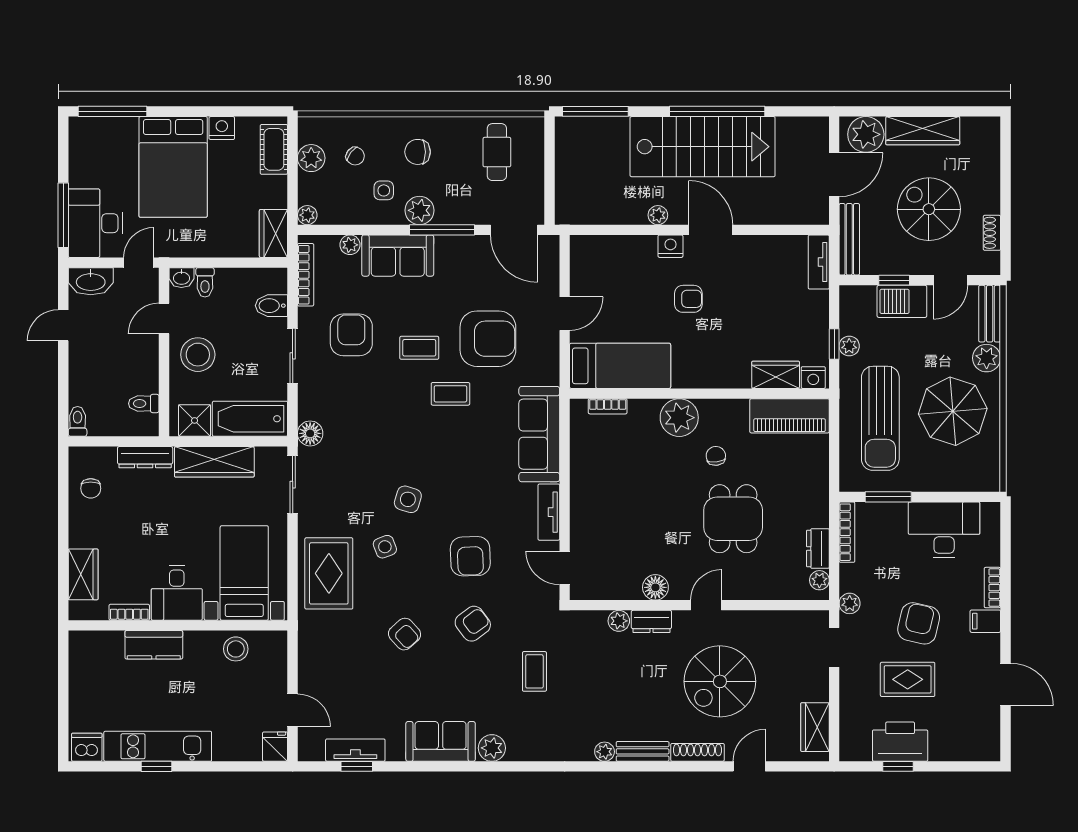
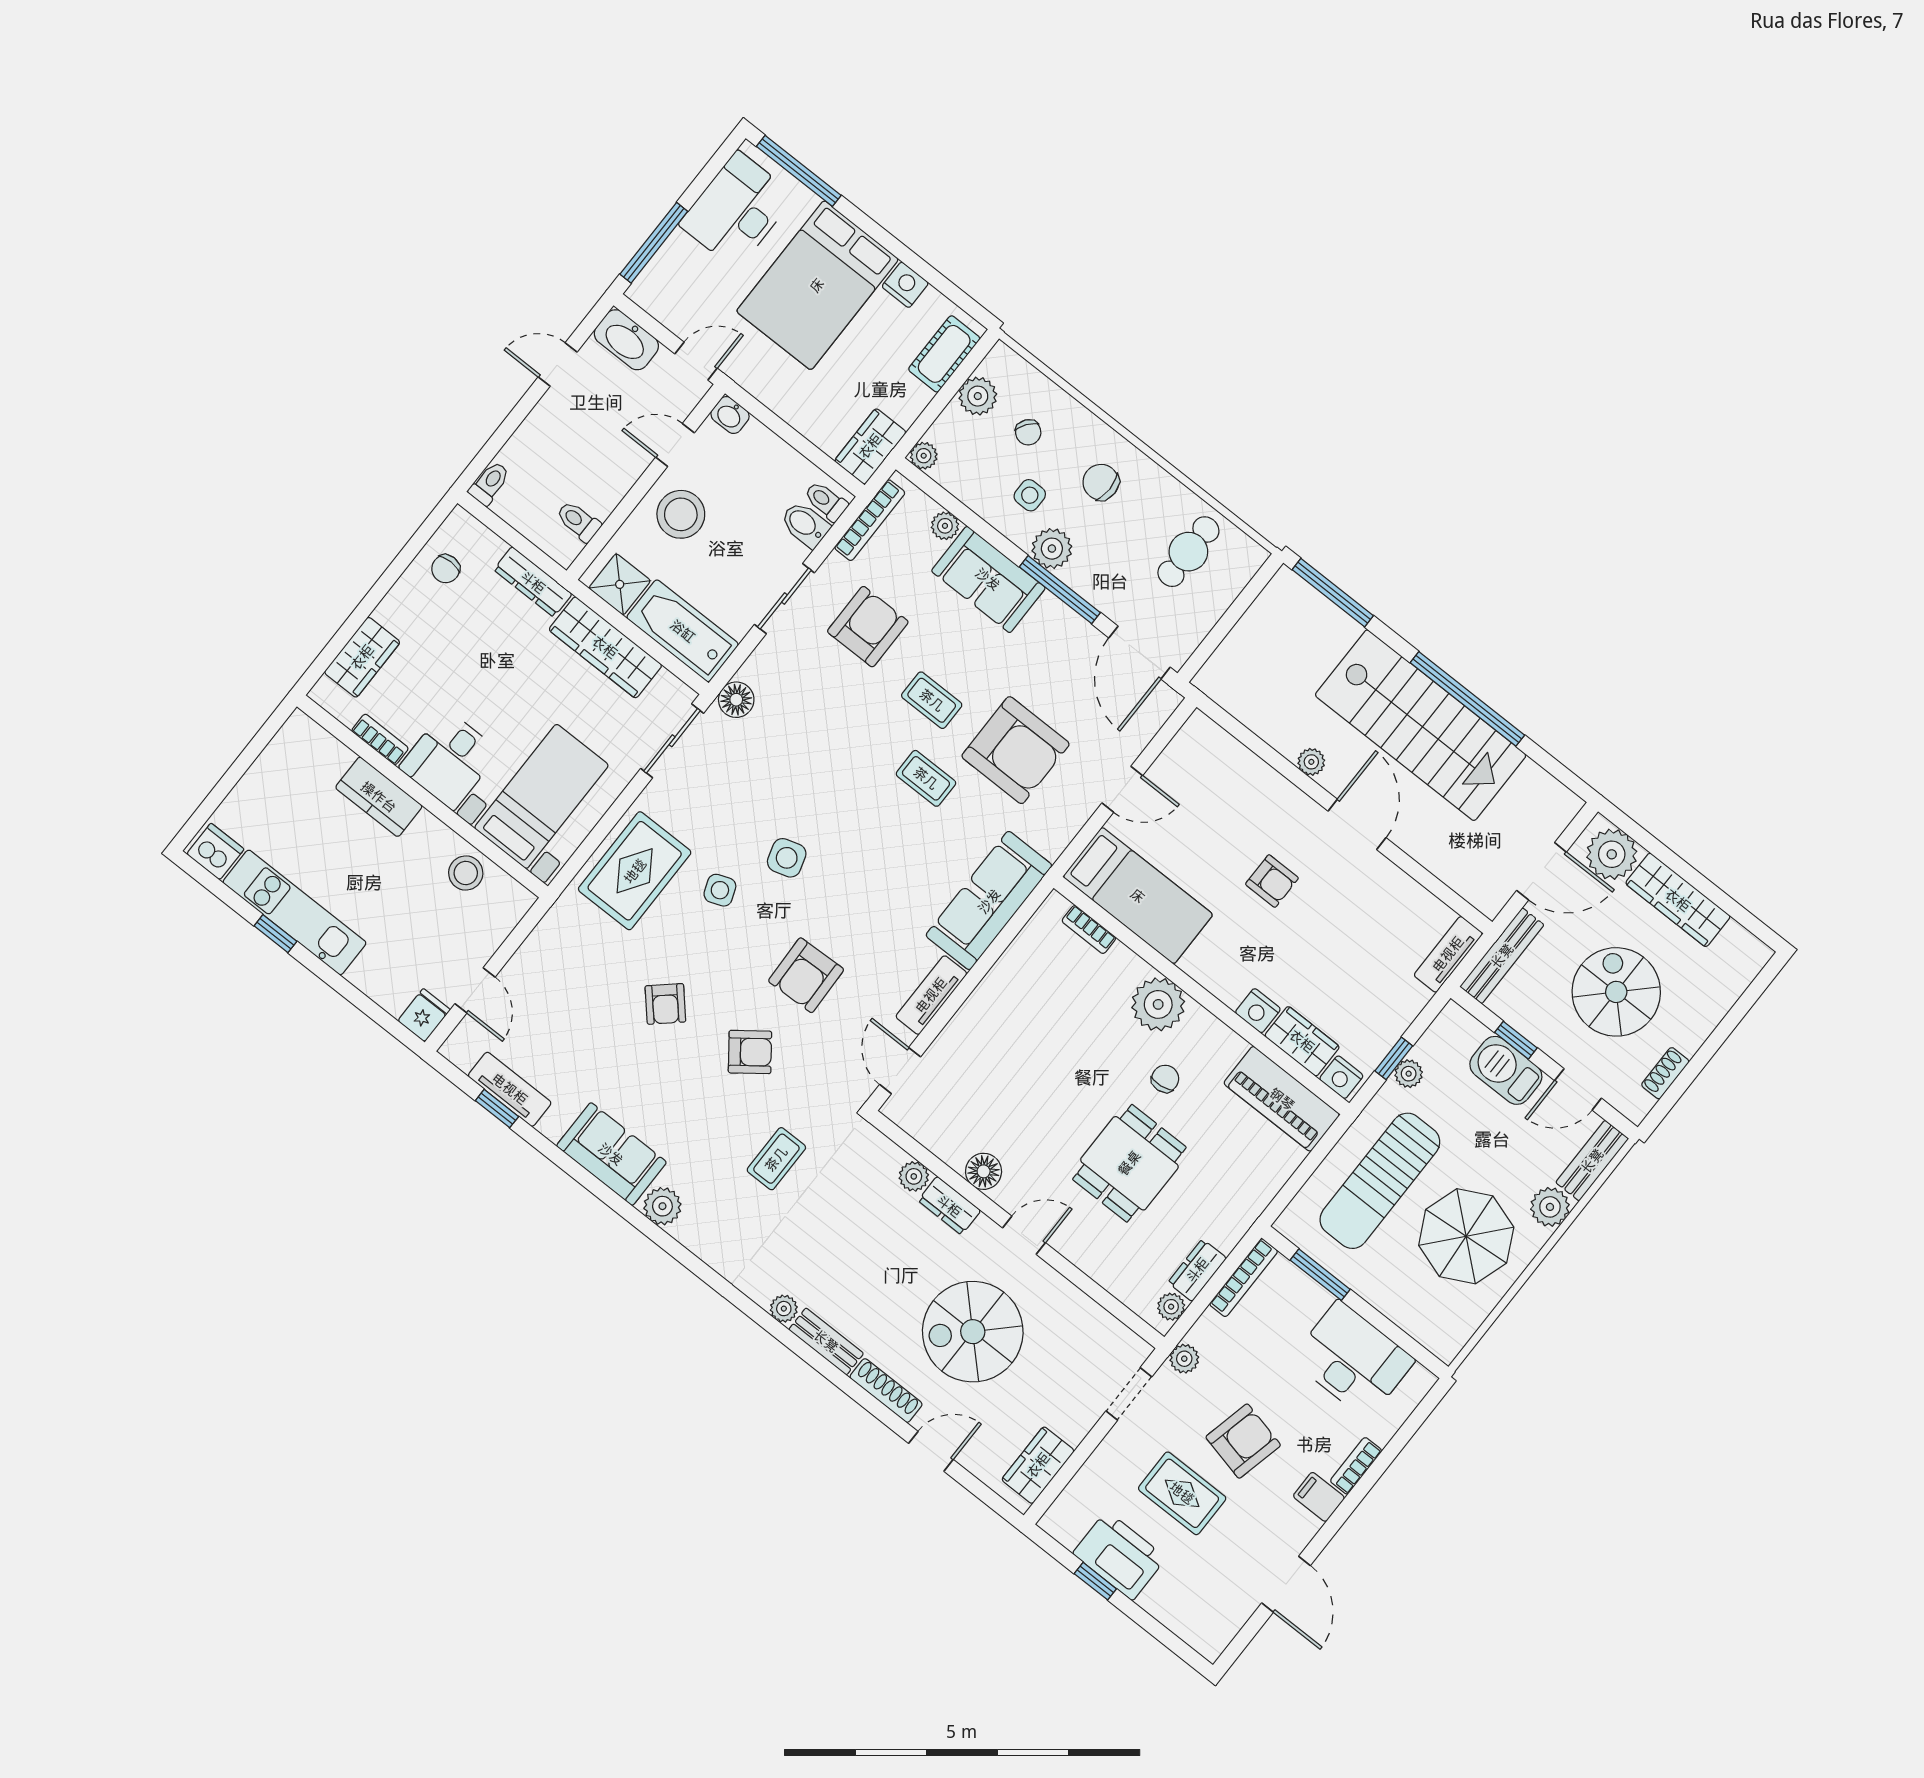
desk: (95, 223) -> (737, 210), moved
nightstand: (670, 246) -> (1258, 1011), moved, turned 180
toilet: (205, 282) -> (826, 501), moved, turned 90
side table: (408, 499) -> (787, 858), turned -34

